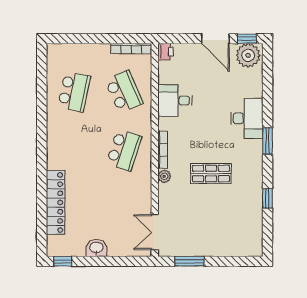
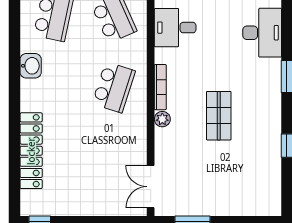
desk: (247, 118) -> (262, 33), moved
shop shelf: (211, 174) -> (219, 116), turned 90
washbasin: (96, 248) -> (31, 66), moved, turned 90

